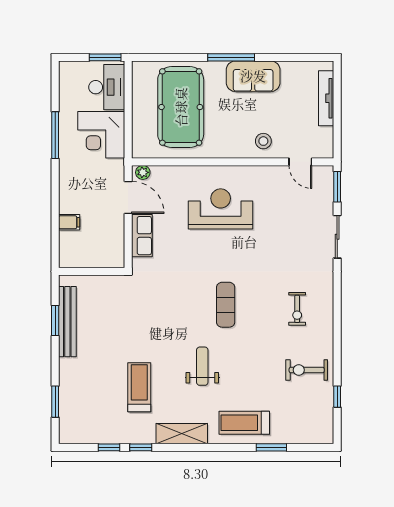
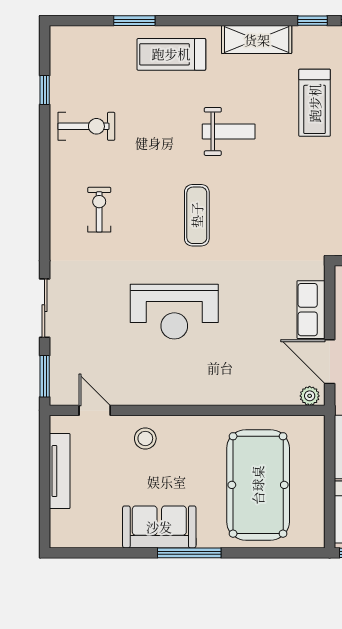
tv unit: (326, 98) -> (60, 471), moved
reception desk: (221, 209) -> (174, 312), moved
weight bench: (202, 366) -> (229, 131), turned -90
treadmill: (244, 423) -> (171, 54), turned 180

